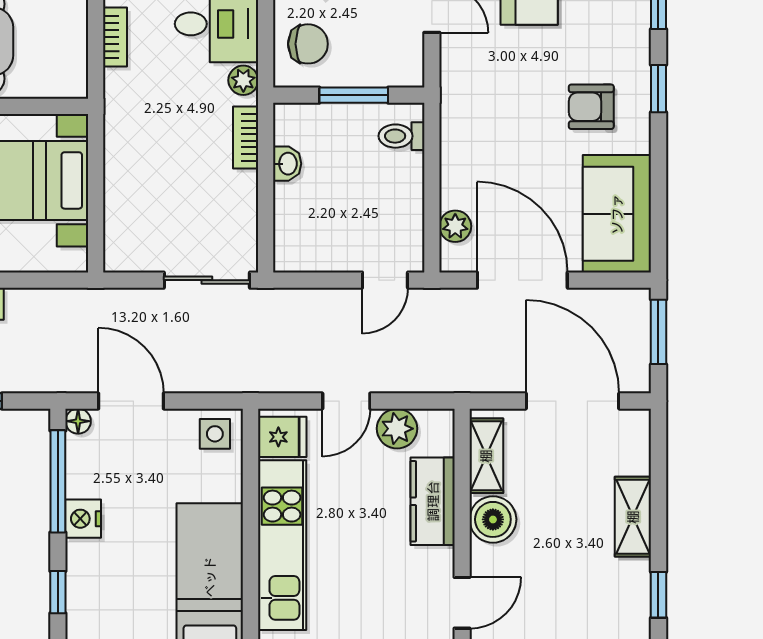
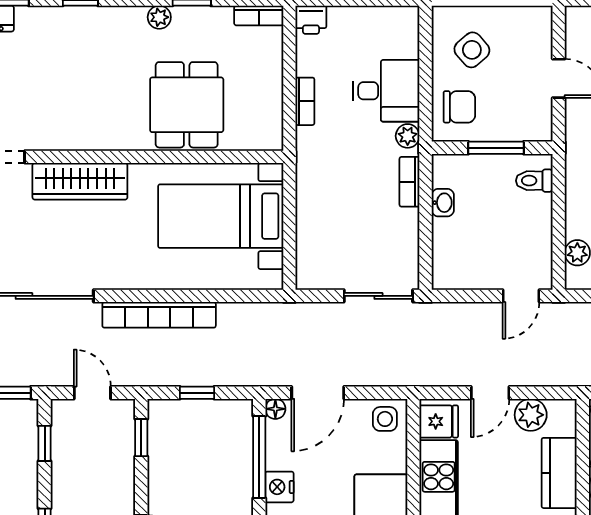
door: (131, 401) -> (318, 393), swing flipped

